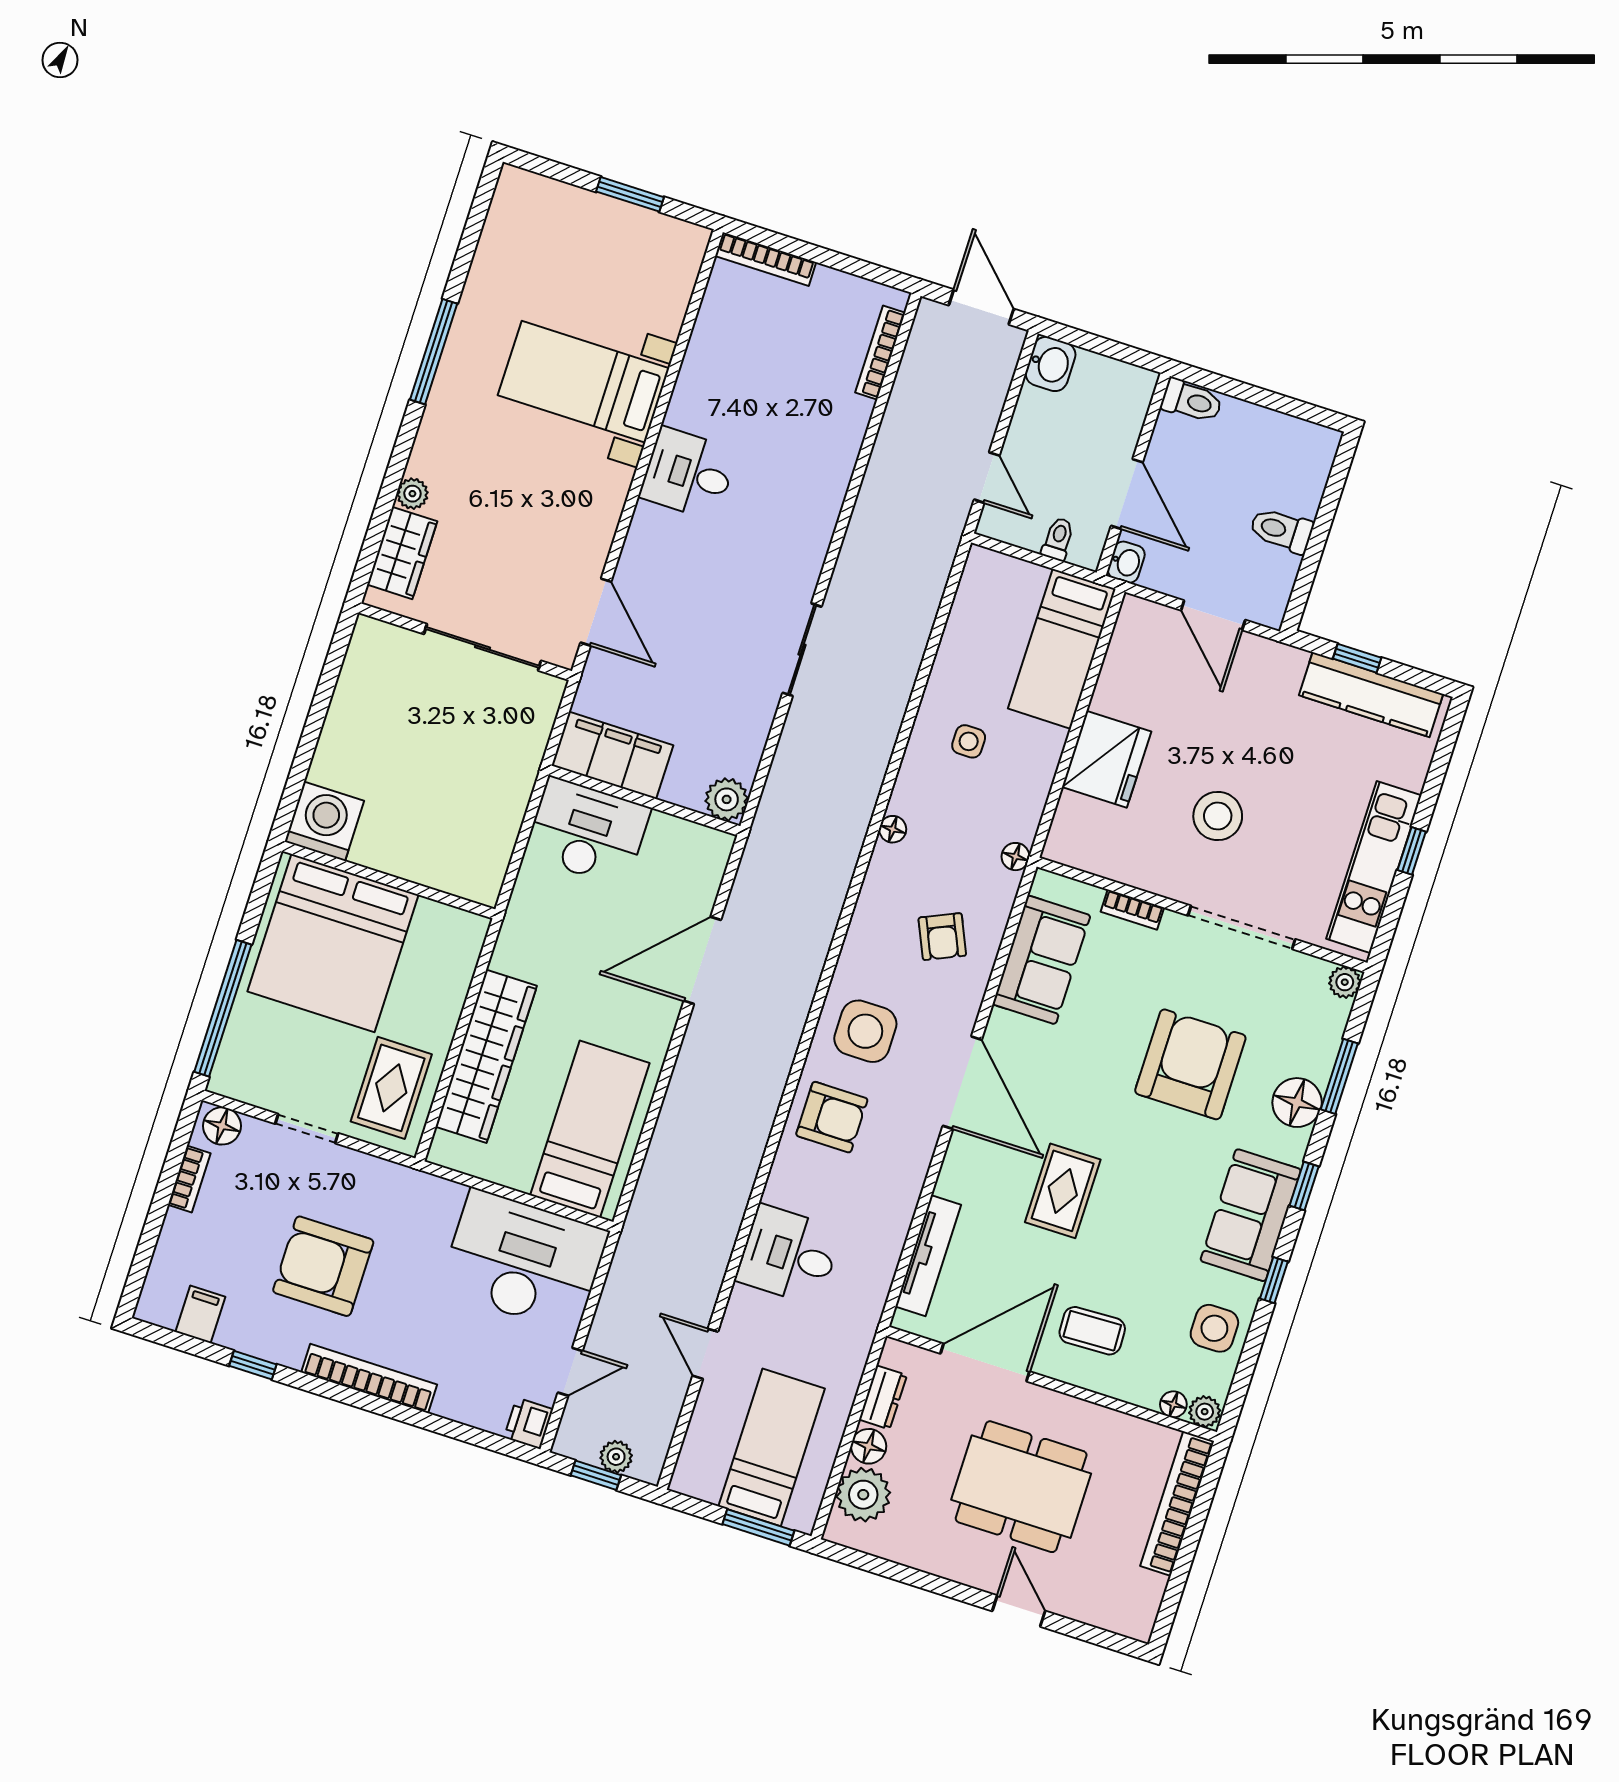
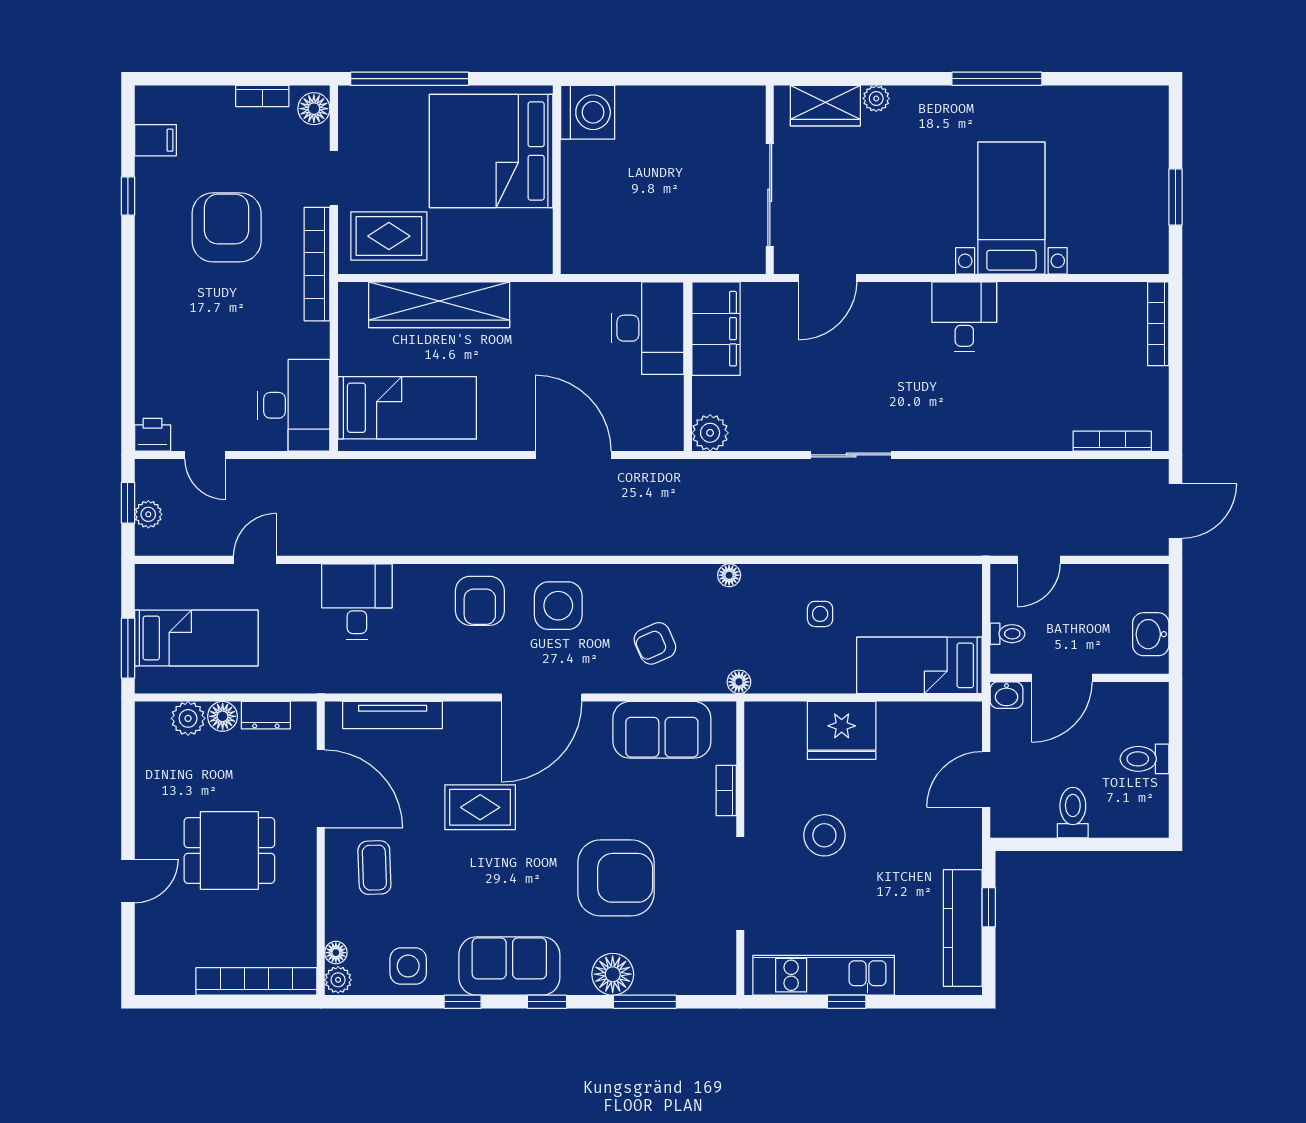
washbasin: (1050, 364) -> (1151, 634), moved, turned 90
toilet: (1192, 401) -> (1145, 759), moved, turned 90
plant: (1345, 982) -> (723, 982), removed
desk: (524, 1261) -> (294, 405), width x0.73, depth x0.77
bookcase: (369, 1378) -> (317, 264), moved, turned 180
dining table: (1021, 1487) -> (229, 850), width x0.73
plant: (863, 1495) -> (188, 718), width x0.73, depth x0.73

